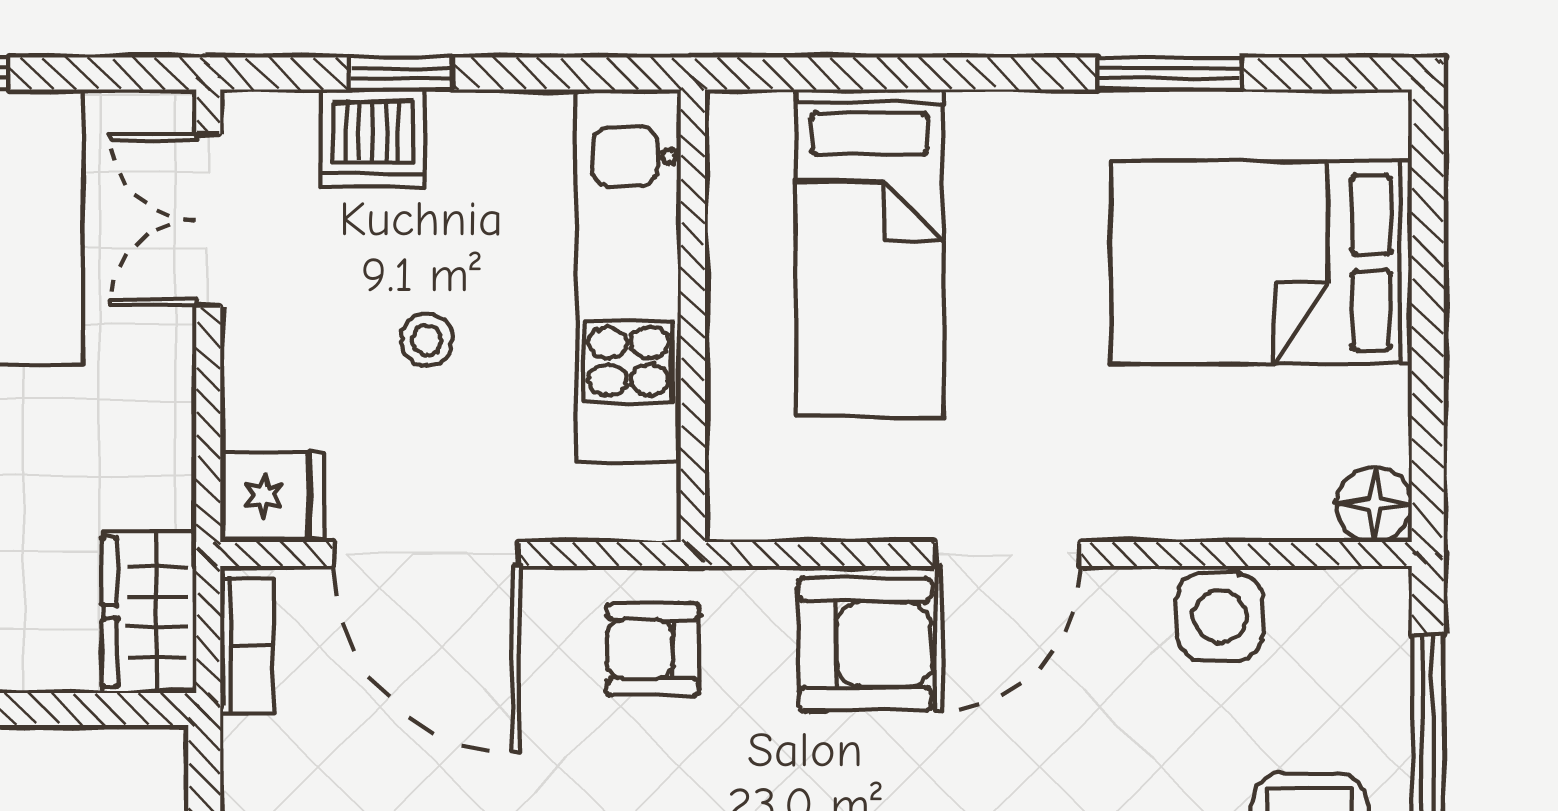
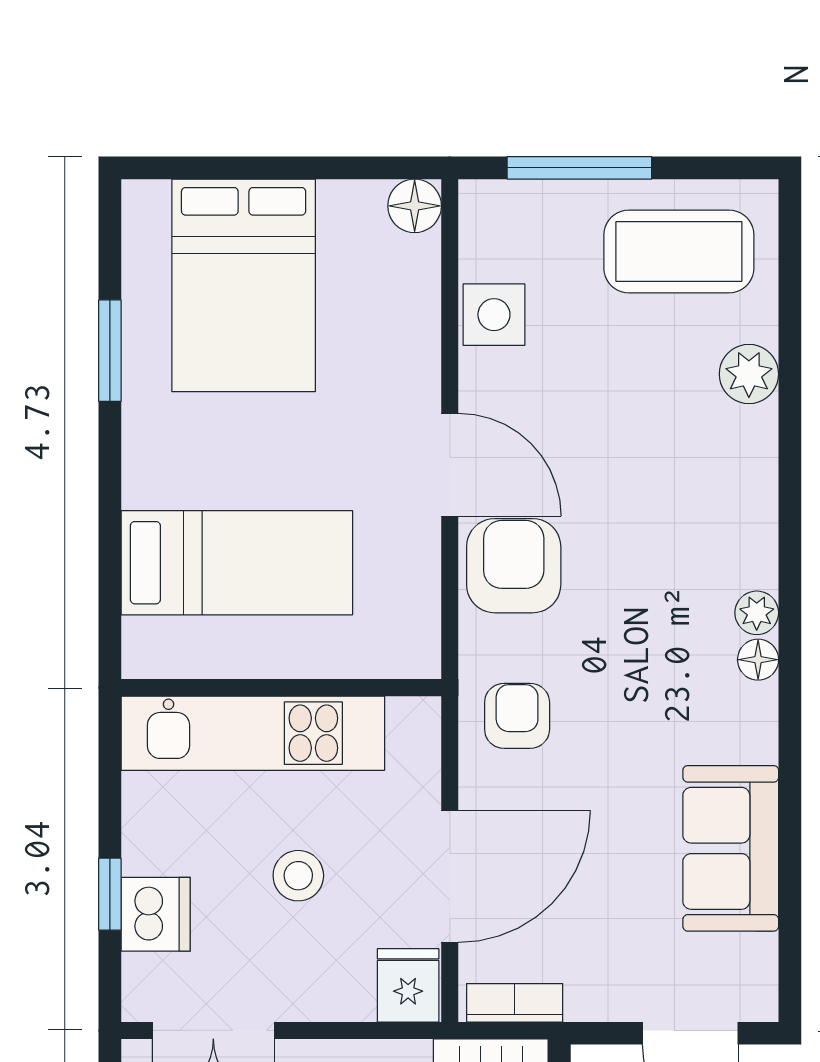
stool: (427, 340) -> (298, 876), width x1.37, depth x1.37
armchair: (653, 649) -> (517, 716), turned 180

